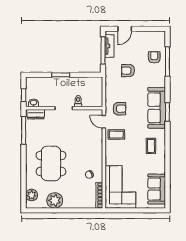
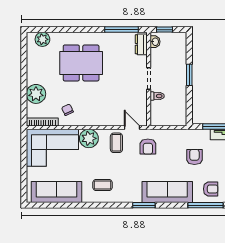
sofa: (157, 108) -> (167, 192), moved
door: (104, 122) -> (132, 128), hinge flipped
plant: (113, 157) -> (89, 138), added
sofa: (157, 189) -> (57, 192), width x1.36
plant: (55, 200) -> (36, 94), moved

